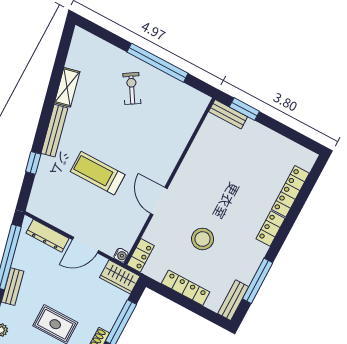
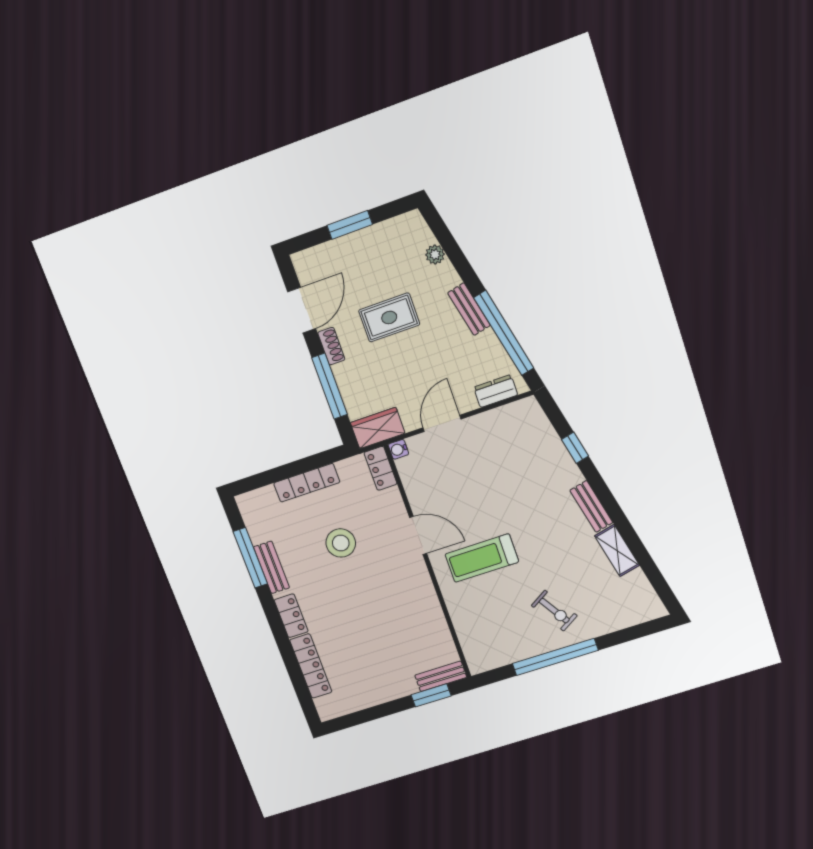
bench: (54, 131) -> (591, 506), width x0.73
treadmill: (98, 173) -> (482, 558), moved, turned 180
dresser: (48, 236) -> (496, 391), width x0.70
bench: (233, 300) -> (272, 567), moved

